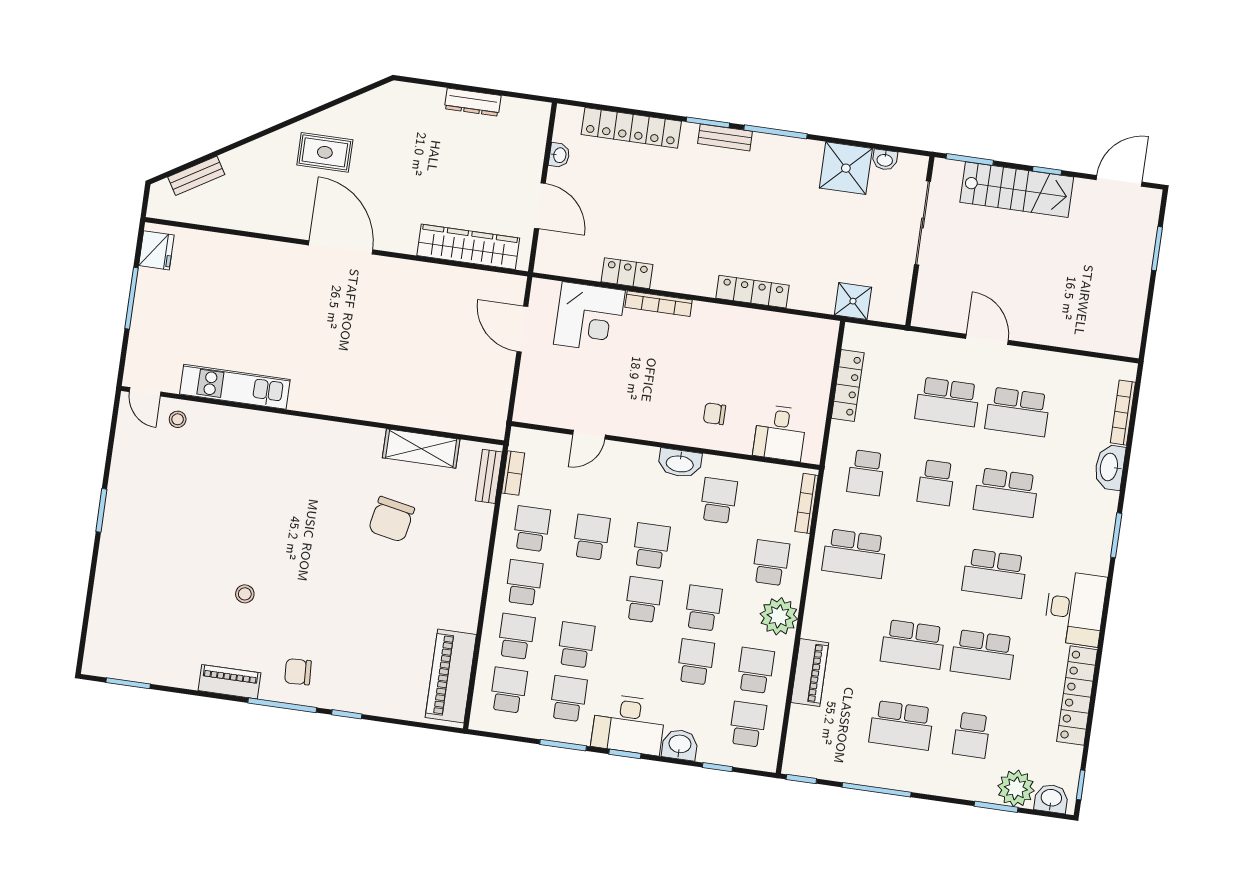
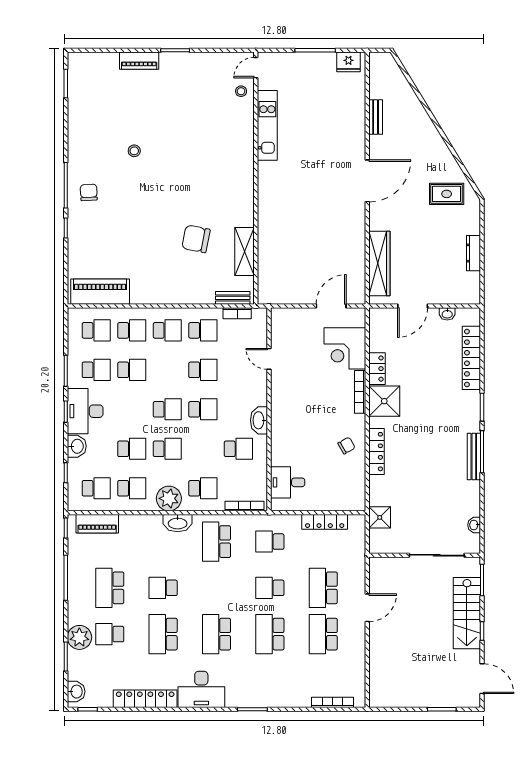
bench: (725, 137) -> (474, 456), moved, width x1.36
rug: (325, 152) -> (447, 194), moved, turned 90
shower: (846, 168) -> (384, 401), moved
bench: (196, 176) -> (376, 117), moved, turned 31
chair: (714, 414) -> (346, 446), moved, turned 61
washbasin: (1110, 467) -> (178, 523), moved, turned 180
school desk: (913, 644) -> (163, 588), width x0.54
piano: (810, 673) -> (97, 524), moved
piano: (229, 682) -> (139, 61), moved, turned 90
plant: (1016, 788) -> (79, 637), moved

